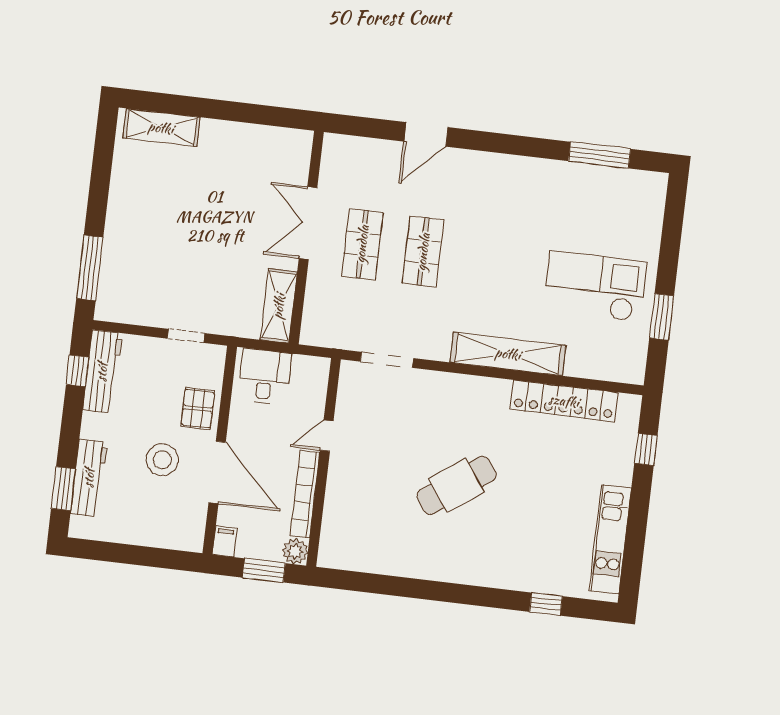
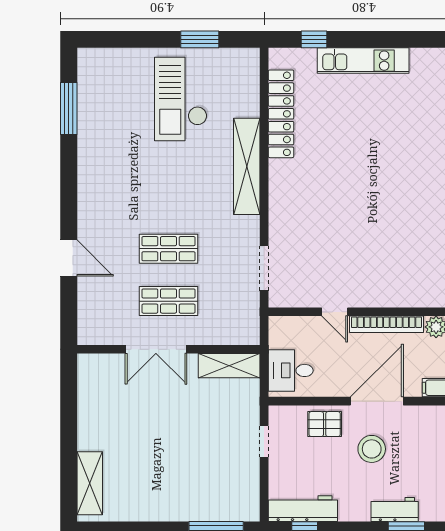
workbench: (89, 478) -> (395, 510), width x0.73
cafe table: (457, 486) -> (364, 197), removed
kitchen unit: (610, 539) -> (363, 61), moved

